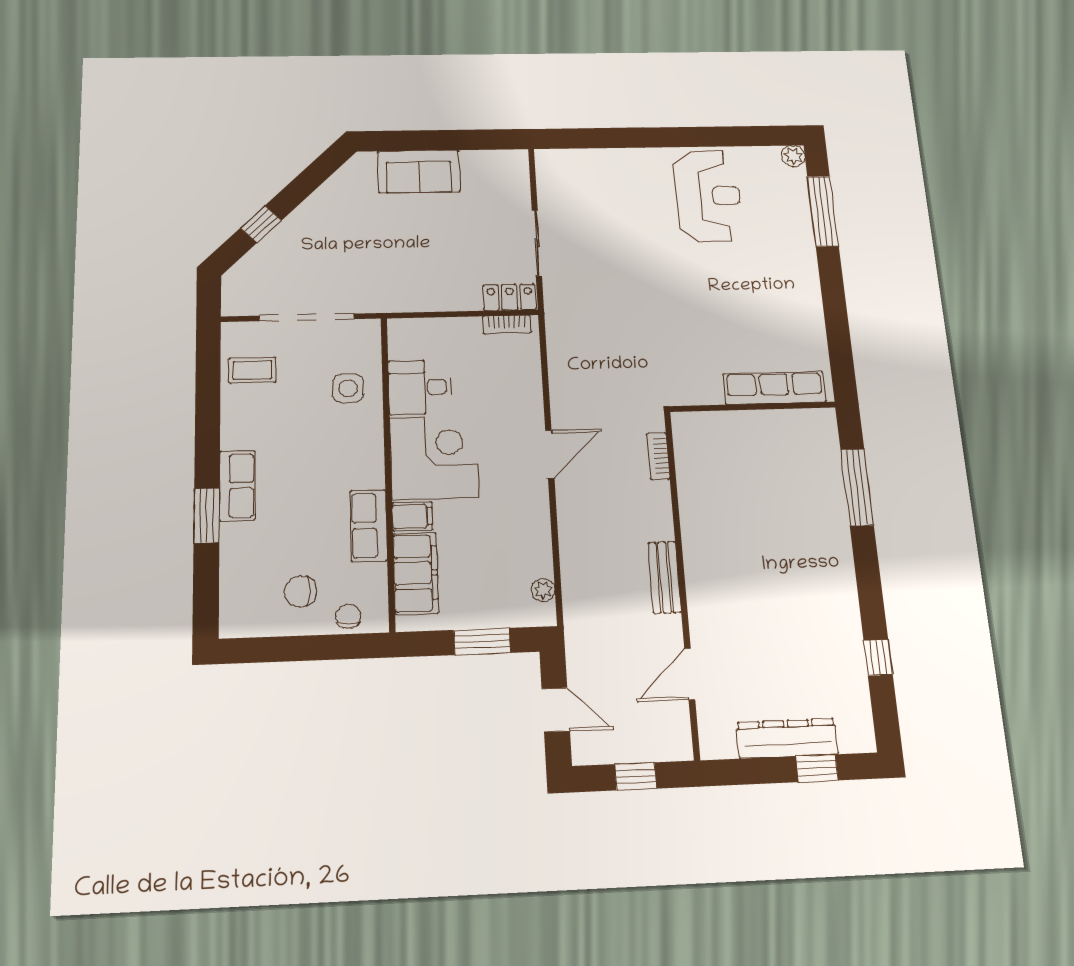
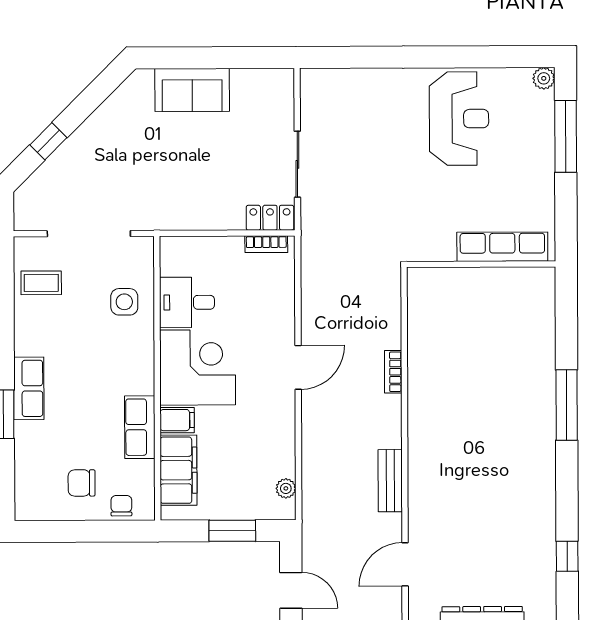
row of seats: (774, 388) -> (502, 247), moved
wall: (753, 407) -> (481, 264), moved

